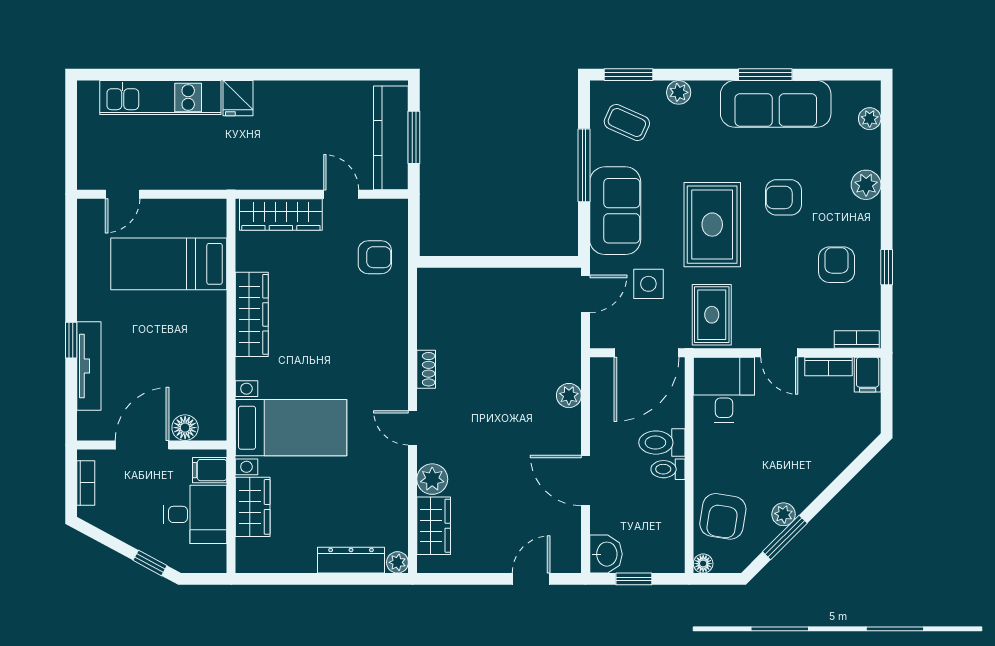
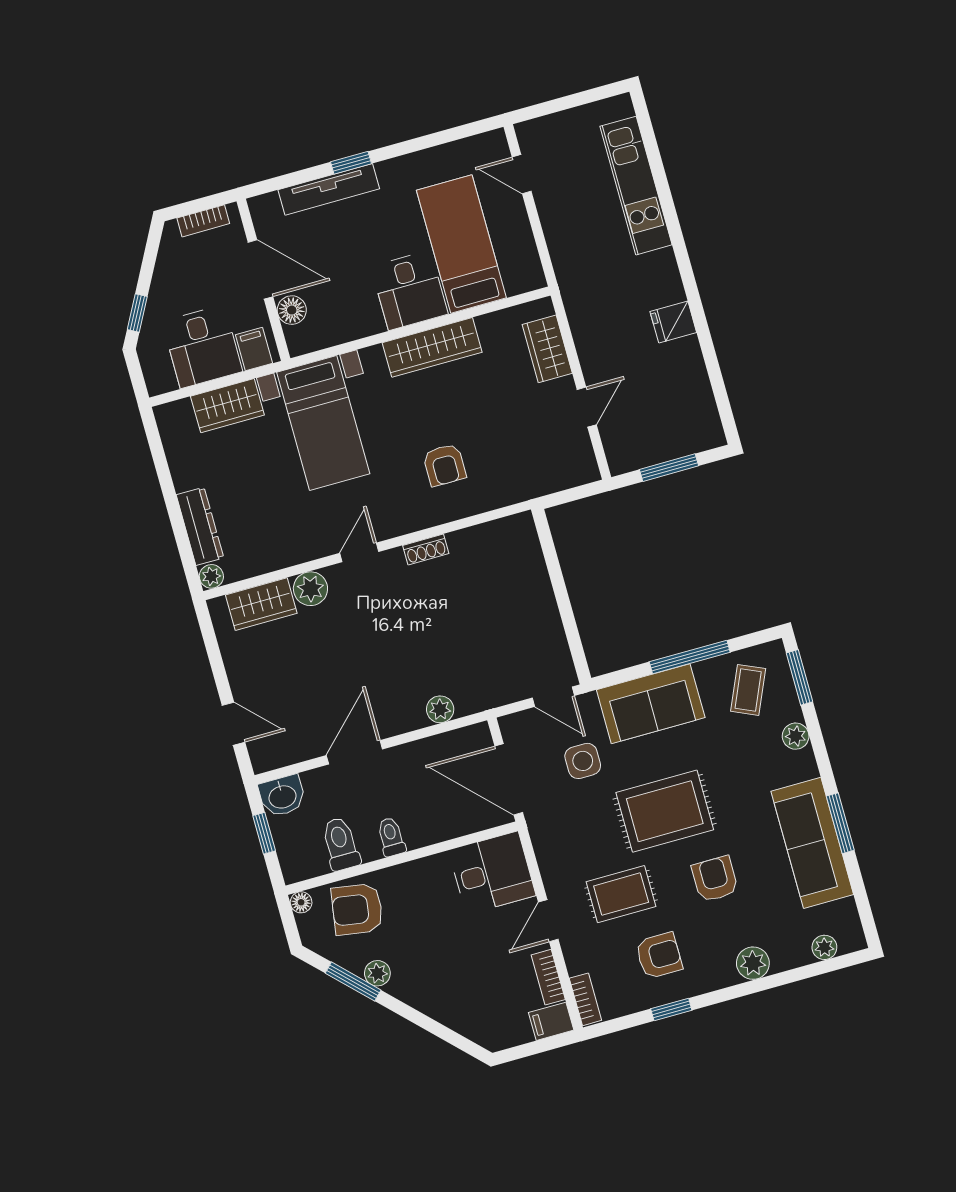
fridge: (238, 98) -> (673, 322), moved
kitchen counter: (391, 138) -> (661, 443), removed
wardrobe: (281, 215) -> (547, 349), width x0.67
armchair: (375, 257) -> (444, 465), moved
rug: (712, 315) -> (621, 894), moved
desk: (196, 320) -> (409, 290), added
toilet: (662, 443) -> (341, 844), moved

